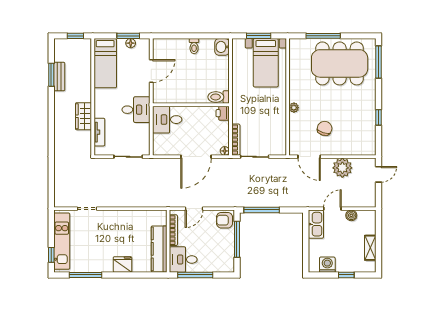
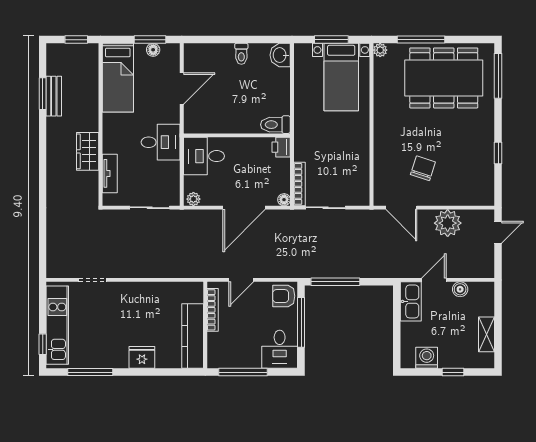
plant: (294, 108) -> (380, 50), moved
plant: (160, 150) -> (193, 199), added
desk: (183, 260) -> (280, 349), moved, turned -90

